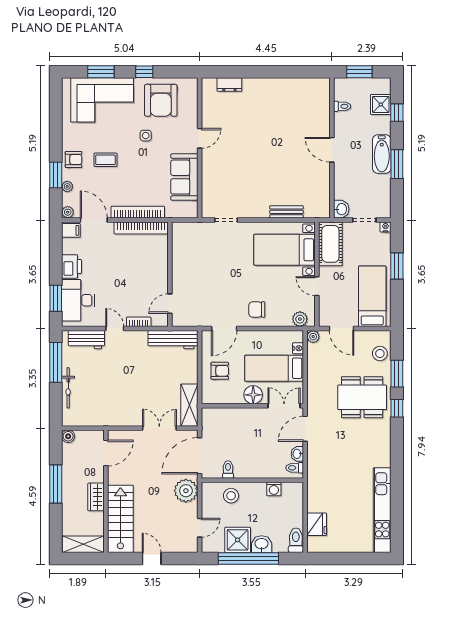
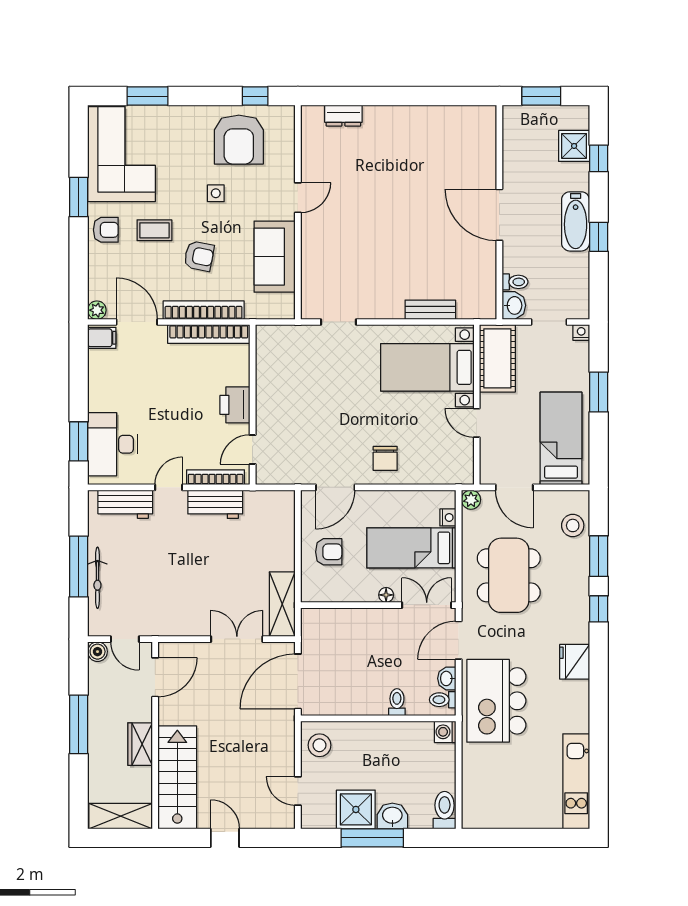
window: (144, 72) -> (255, 96), moved
corner sofa: (102, 100) -> (122, 154), moved, turned -90
toilet: (342, 106) -> (515, 282), moved
door: (332, 150) -> (499, 215), width x1.36
window: (397, 164) -> (599, 237), width x0.67
window: (56, 175) -> (79, 197), moved
armchair: (135, 177) -> (199, 256), added
plant: (67, 186) -> (96, 271), removed
printer: (71, 266) -> (235, 405), moved, turned 180
chair: (257, 309) -> (385, 458), turned -90
plant: (300, 319) -> (451, 473), removed
bookcase: (139, 322) -> (216, 477), width x1.56
door: (115, 328) -> (169, 487), hinge flipped
workbench: (173, 340) -> (215, 504), moved, width x0.73
window: (56, 362) -> (79, 567), moved
floor lamp: (253, 395) -> (386, 595), width x0.53, depth x0.53
dining table: (362, 397) -> (509, 575), moved, turned 90
door: (86, 428) -> (125, 639), added
toilet: (228, 469) -> (397, 702), moved
kitchen island: (330, 469) -> (496, 701), added
washing machine: (274, 489) -> (445, 732), moved, turned 90
plant: (186, 491) -> (277, 735), removed
stool: (231, 496) -> (319, 745), moved
kitchen unit: (382, 510) -> (576, 781), width x0.73
fridge: (317, 524) -> (575, 662), moved, turned 180
door: (200, 528) -> (298, 791), swing flipped
window: (248, 558) -> (372, 838), width x0.68

